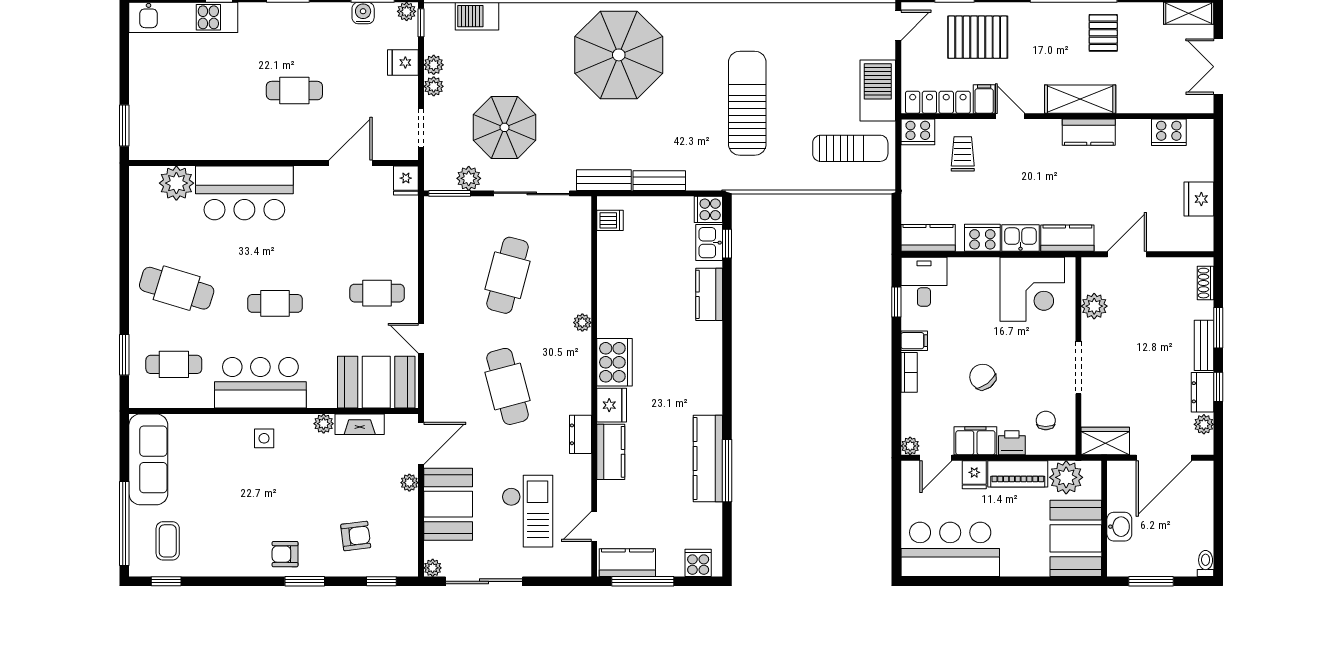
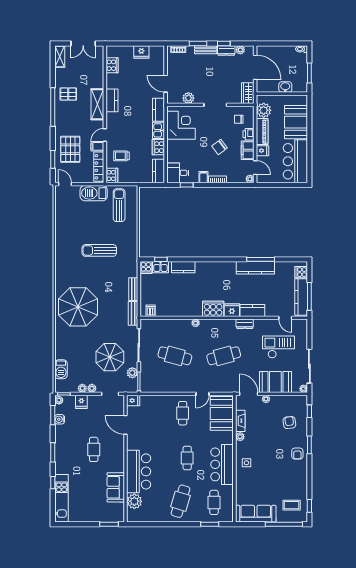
sun lounger: (747, 103) -> (99, 250), width x0.73, depth x0.75
sofa: (208, 141) -> (116, 487), added
booth: (1076, 538) -> (296, 122), moved, turned 90
kitchen counter: (627, 563) -> (301, 297), width x1.50

